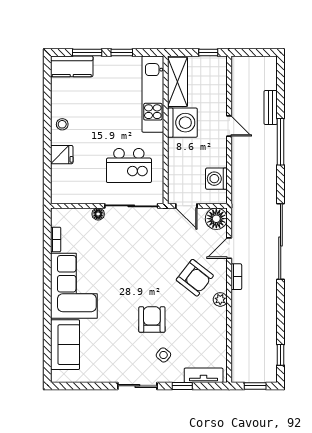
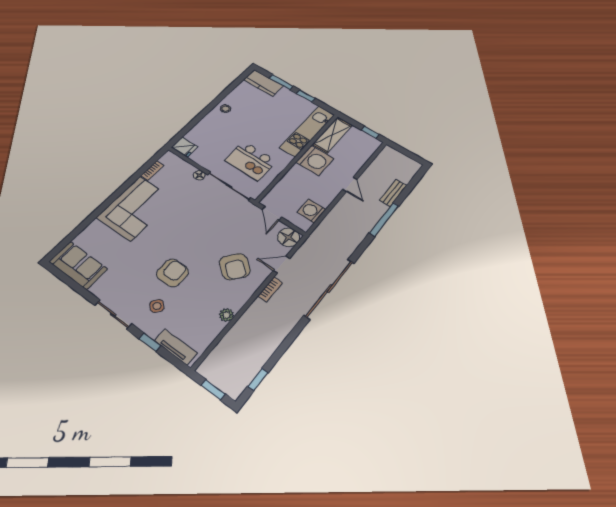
fridge: (62, 155) -> (184, 147), moved
plant: (220, 299) -> (227, 315), moved
sofa: (65, 345) -> (78, 265), moved, turned -90

